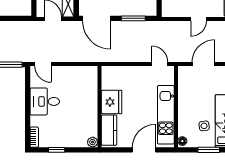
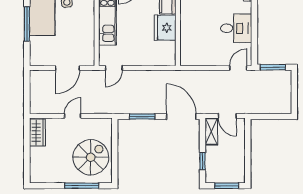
door: (43, 64) -> (238, 68), hinge flipped
door: (160, 64) -> (114, 68), hinge flipped

